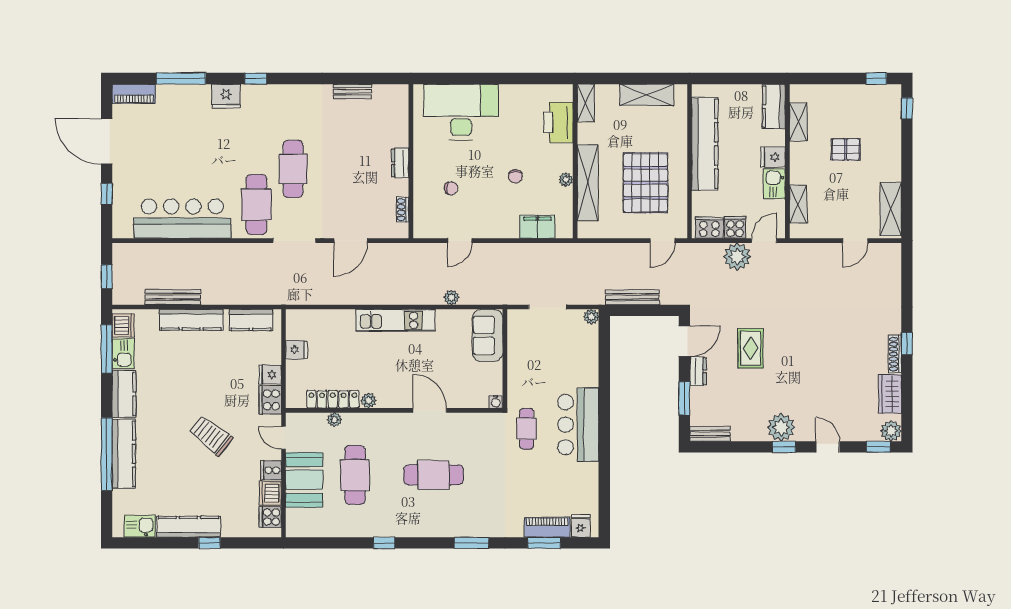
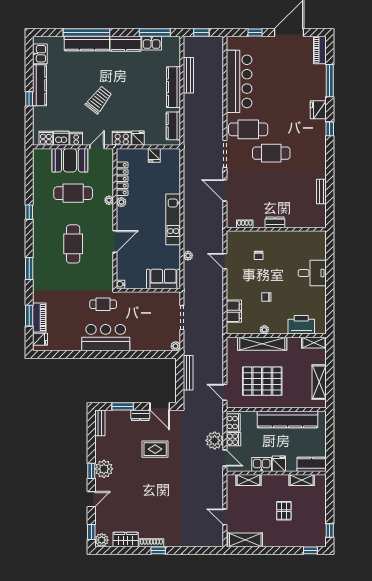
desk: (461, 112) -> (312, 273), width x0.53, depth x0.77
dishwasher: (123, 325) -> (170, 43), removed
plant: (334, 420) -> (109, 200), moved

